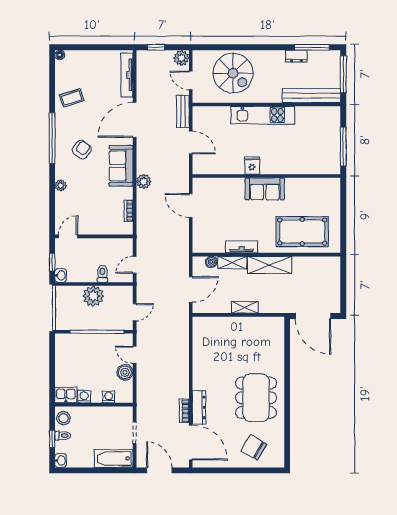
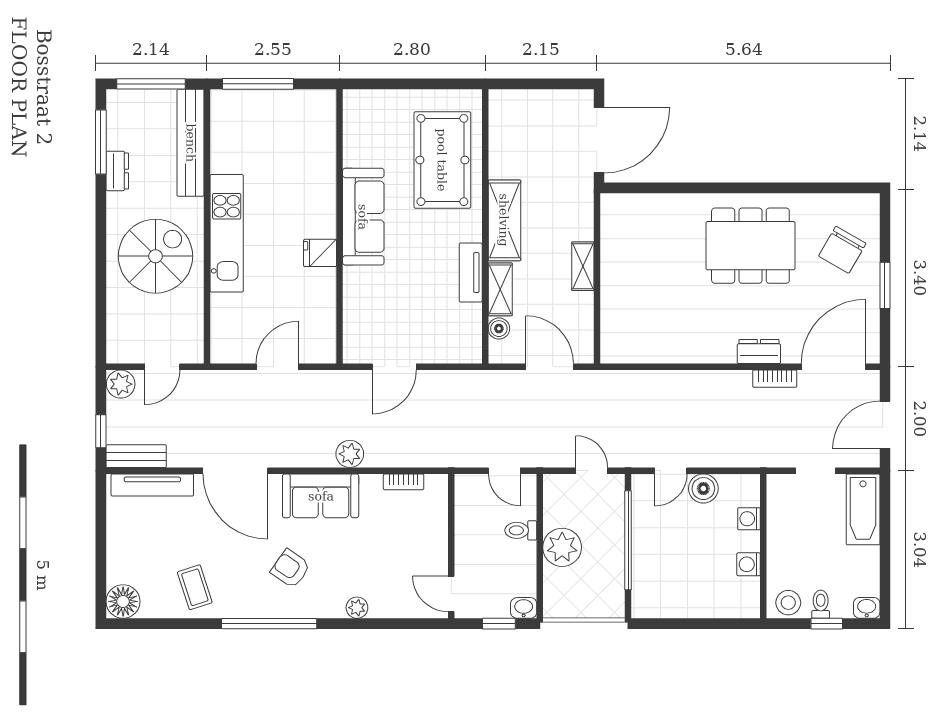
floor lamp: (60, 55) -> (123, 601), width x1.89, depth x1.89
spiral stairs: (233, 73) -> (156, 256), moved
bench: (183, 112) -> (136, 456), moved
window: (343, 147) -> (258, 84), moved
sofa: (265, 189) -> (363, 217), width x1.36
kitchen sink: (66, 395) -> (746, 598), removed
dresser: (199, 407) -> (759, 351), width x0.70
window: (235, 470) -> (885, 285), added

